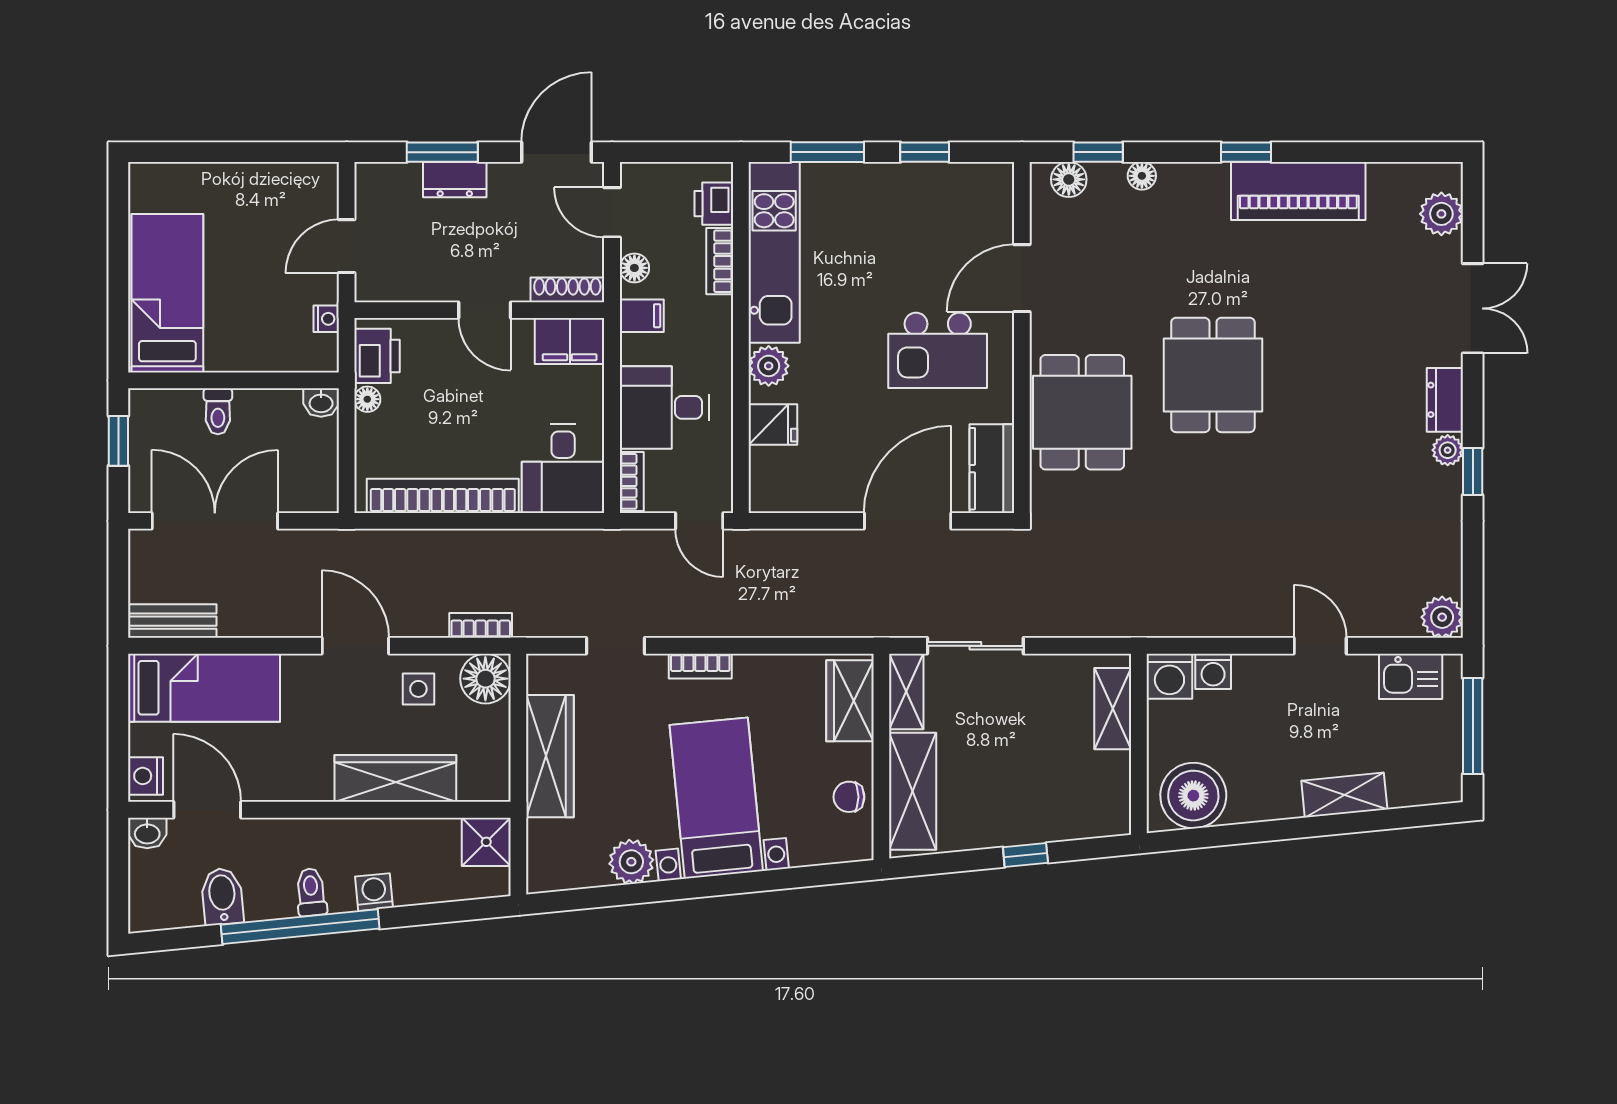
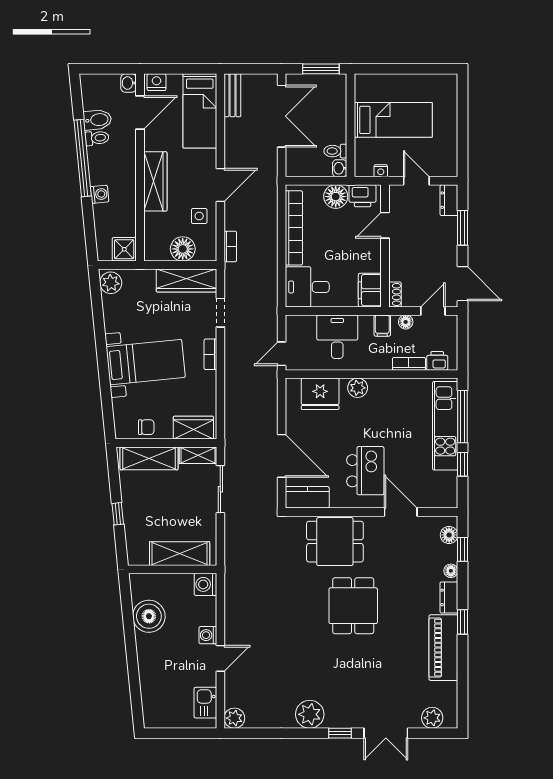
window: (827, 152) -> (463, 417), width x1.44
dresser: (455, 180) -> (449, 200), moved
kitchen unit: (774, 252) -> (445, 426), moved, turned 90
shoe rack: (567, 290) -> (395, 295), width x0.70
bed: (167, 293) -> (393, 120), moved
door: (485, 310) -> (385, 225), moved
kitchen island: (938, 350) -> (365, 471), turned 180
dining table: (1213, 375) -> (353, 606), turned 90
floor lamp: (367, 399) -> (336, 197), width x1.89, depth x1.89
dresser: (1445, 400) -> (449, 597), moved, turned -90
toilet: (218, 411) -> (335, 151), moved
fridge: (773, 425) -> (320, 394), width x1.88, depth x1.34
window: (118, 441) -> (321, 69), width x1.50
plant: (1448, 450) -> (310, 714), width x1.88, depth x1.88
window: (1473, 472) -> (340, 733), moved
bookcase: (632, 481) -> (301, 321), removed
washing machine: (1213, 671) -> (208, 635), moved
floor lamp: (485, 679) -> (183, 249), moved
shelving: (1113, 709) -> (180, 554), width x1.50, depth x1.33
window: (1473, 726) -> (181, 733), removed
wardrobe: (550, 756) -> (186, 280), moved
wardrobe: (395, 778) -> (155, 181), moved
shelving: (1344, 795) -> (147, 670), removed
boiler: (1193, 796) -> (149, 616), moved
chair: (849, 797) -> (146, 427), turned 90
plant: (631, 862) -> (111, 283), moved
toilet: (311, 892) -> (97, 138), moved

